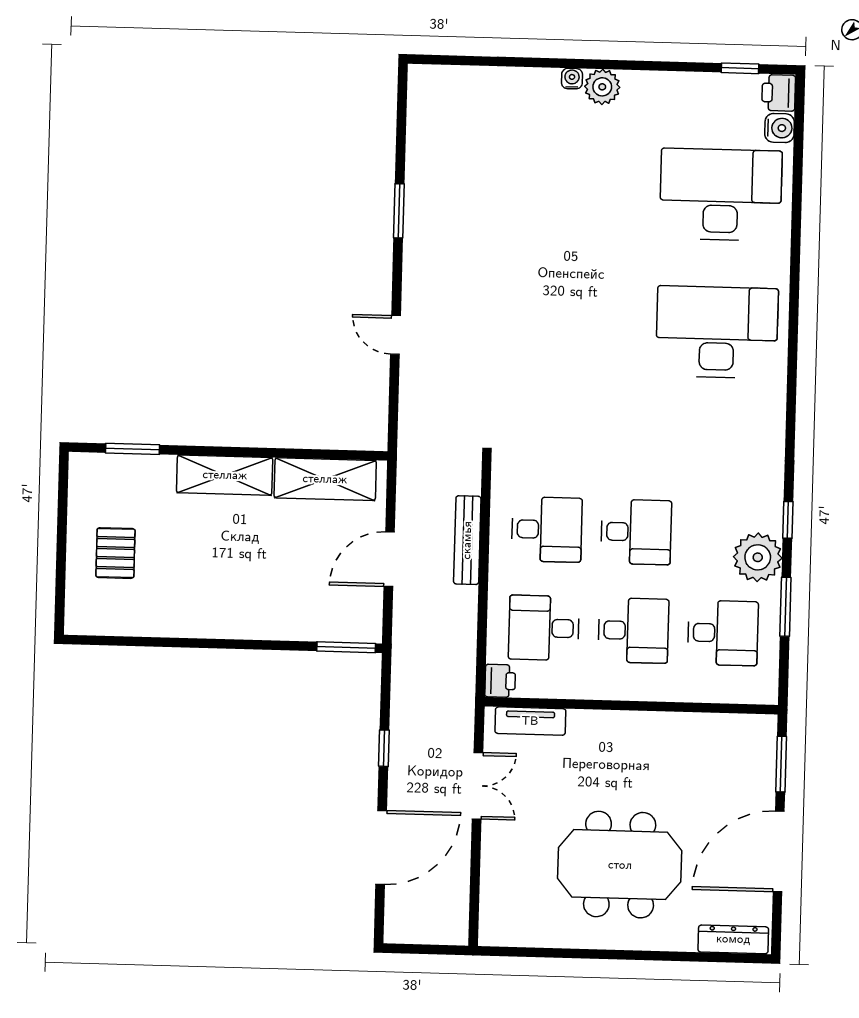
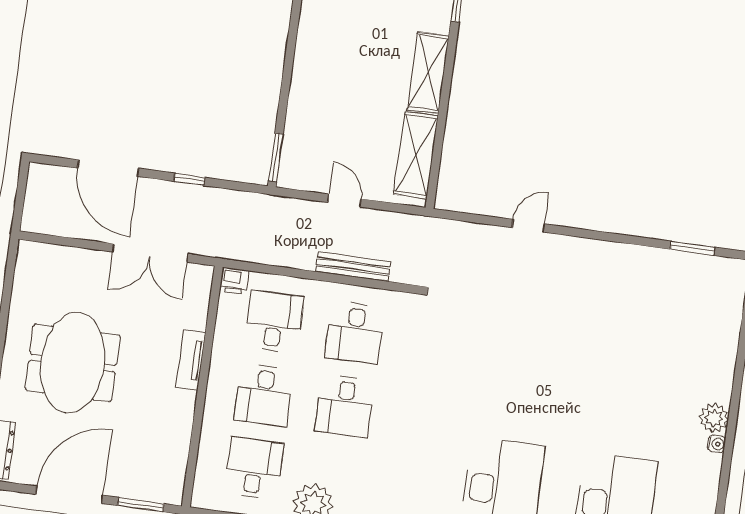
water cooler: (572, 79) -> (717, 444), moved
window: (399, 211) -> (692, 248), moved
door: (389, 559) -> (344, 201), width x0.73
desk: (723, 633) -> (254, 468), turned 180
tv unit: (530, 721) -> (191, 360), moved
double door: (478, 786) -> (150, 253), width x1.37
door: (779, 852) -> (69, 495), hinge flipped

